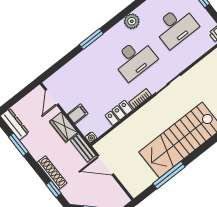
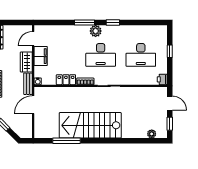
window: (121, 16) -> (113, 23), added
plant: (132, 21) -> (96, 31), moved
filing cabinet: (78, 114) -> (41, 56), width x2.00
door: (105, 165) -> (33, 105), hinge flipped

